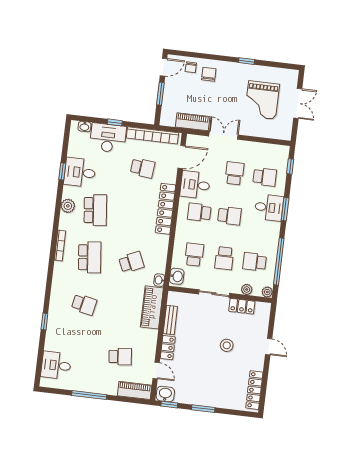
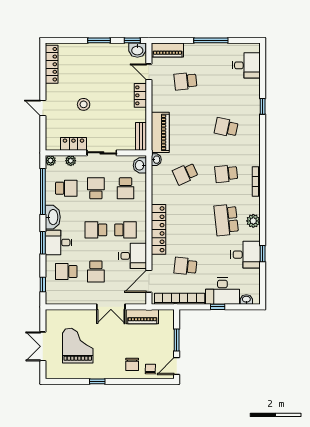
washbasin: (272, 234) -> (53, 217), added
school desk: (90, 257) -> (226, 174), width x0.54
bench: (170, 320) -> (141, 136), moved

